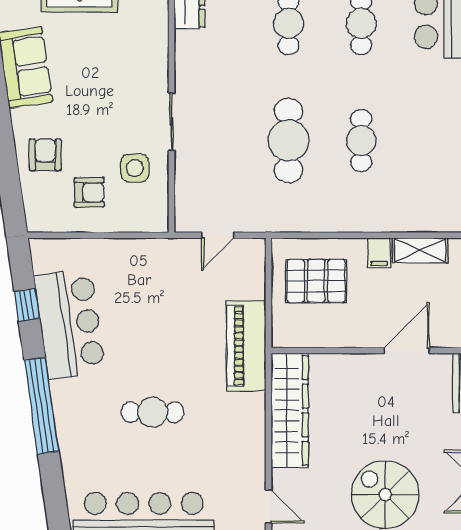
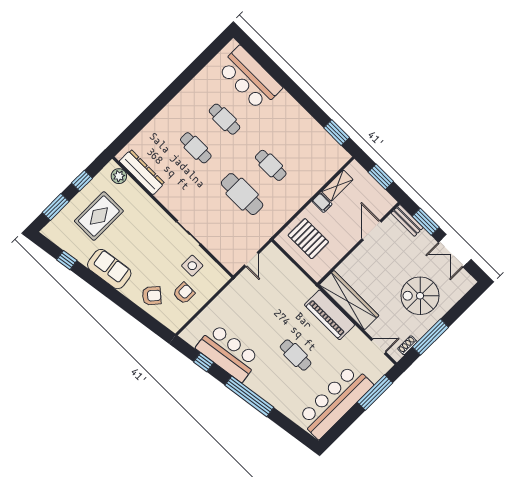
armchair: (45, 155) -> (152, 296), turned 131
pallet: (316, 281) -> (308, 239), turned 90
piano: (246, 346) -> (330, 315), moved
cafe table: (153, 412) -> (296, 355), turned 90

